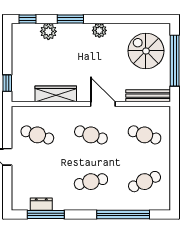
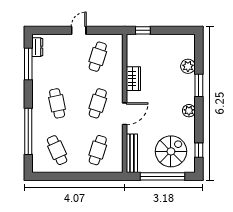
window: (27, 19) -> (199, 150), moved
wardrobe: (56, 94) -> (133, 79), width x0.67
dresser: (41, 204) -> (37, 47), moved

